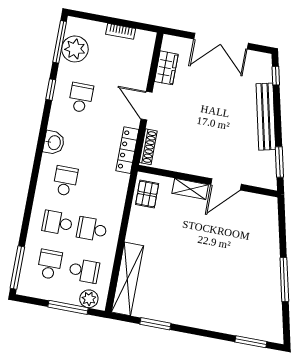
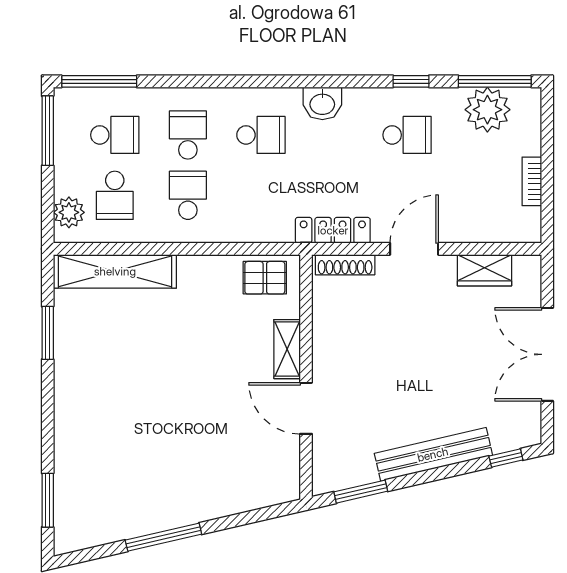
window: (68, 307) -> (48, 131), moved

